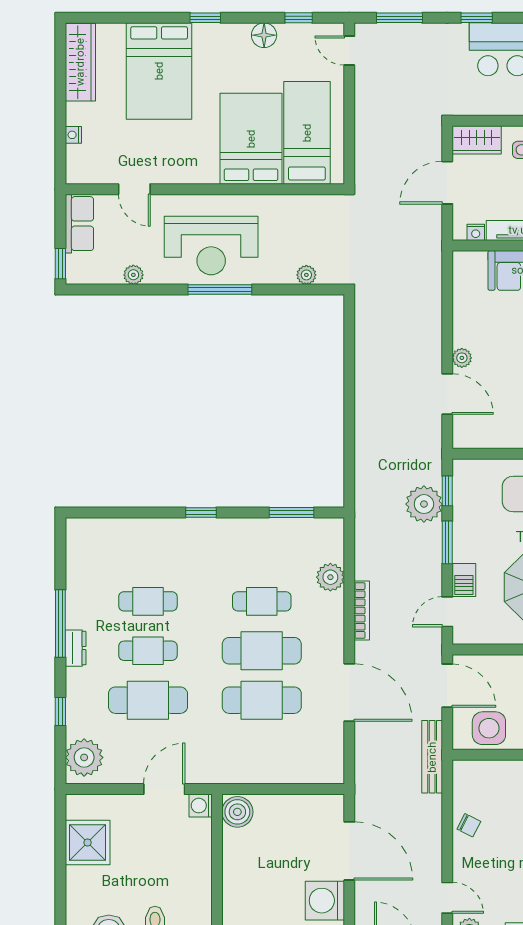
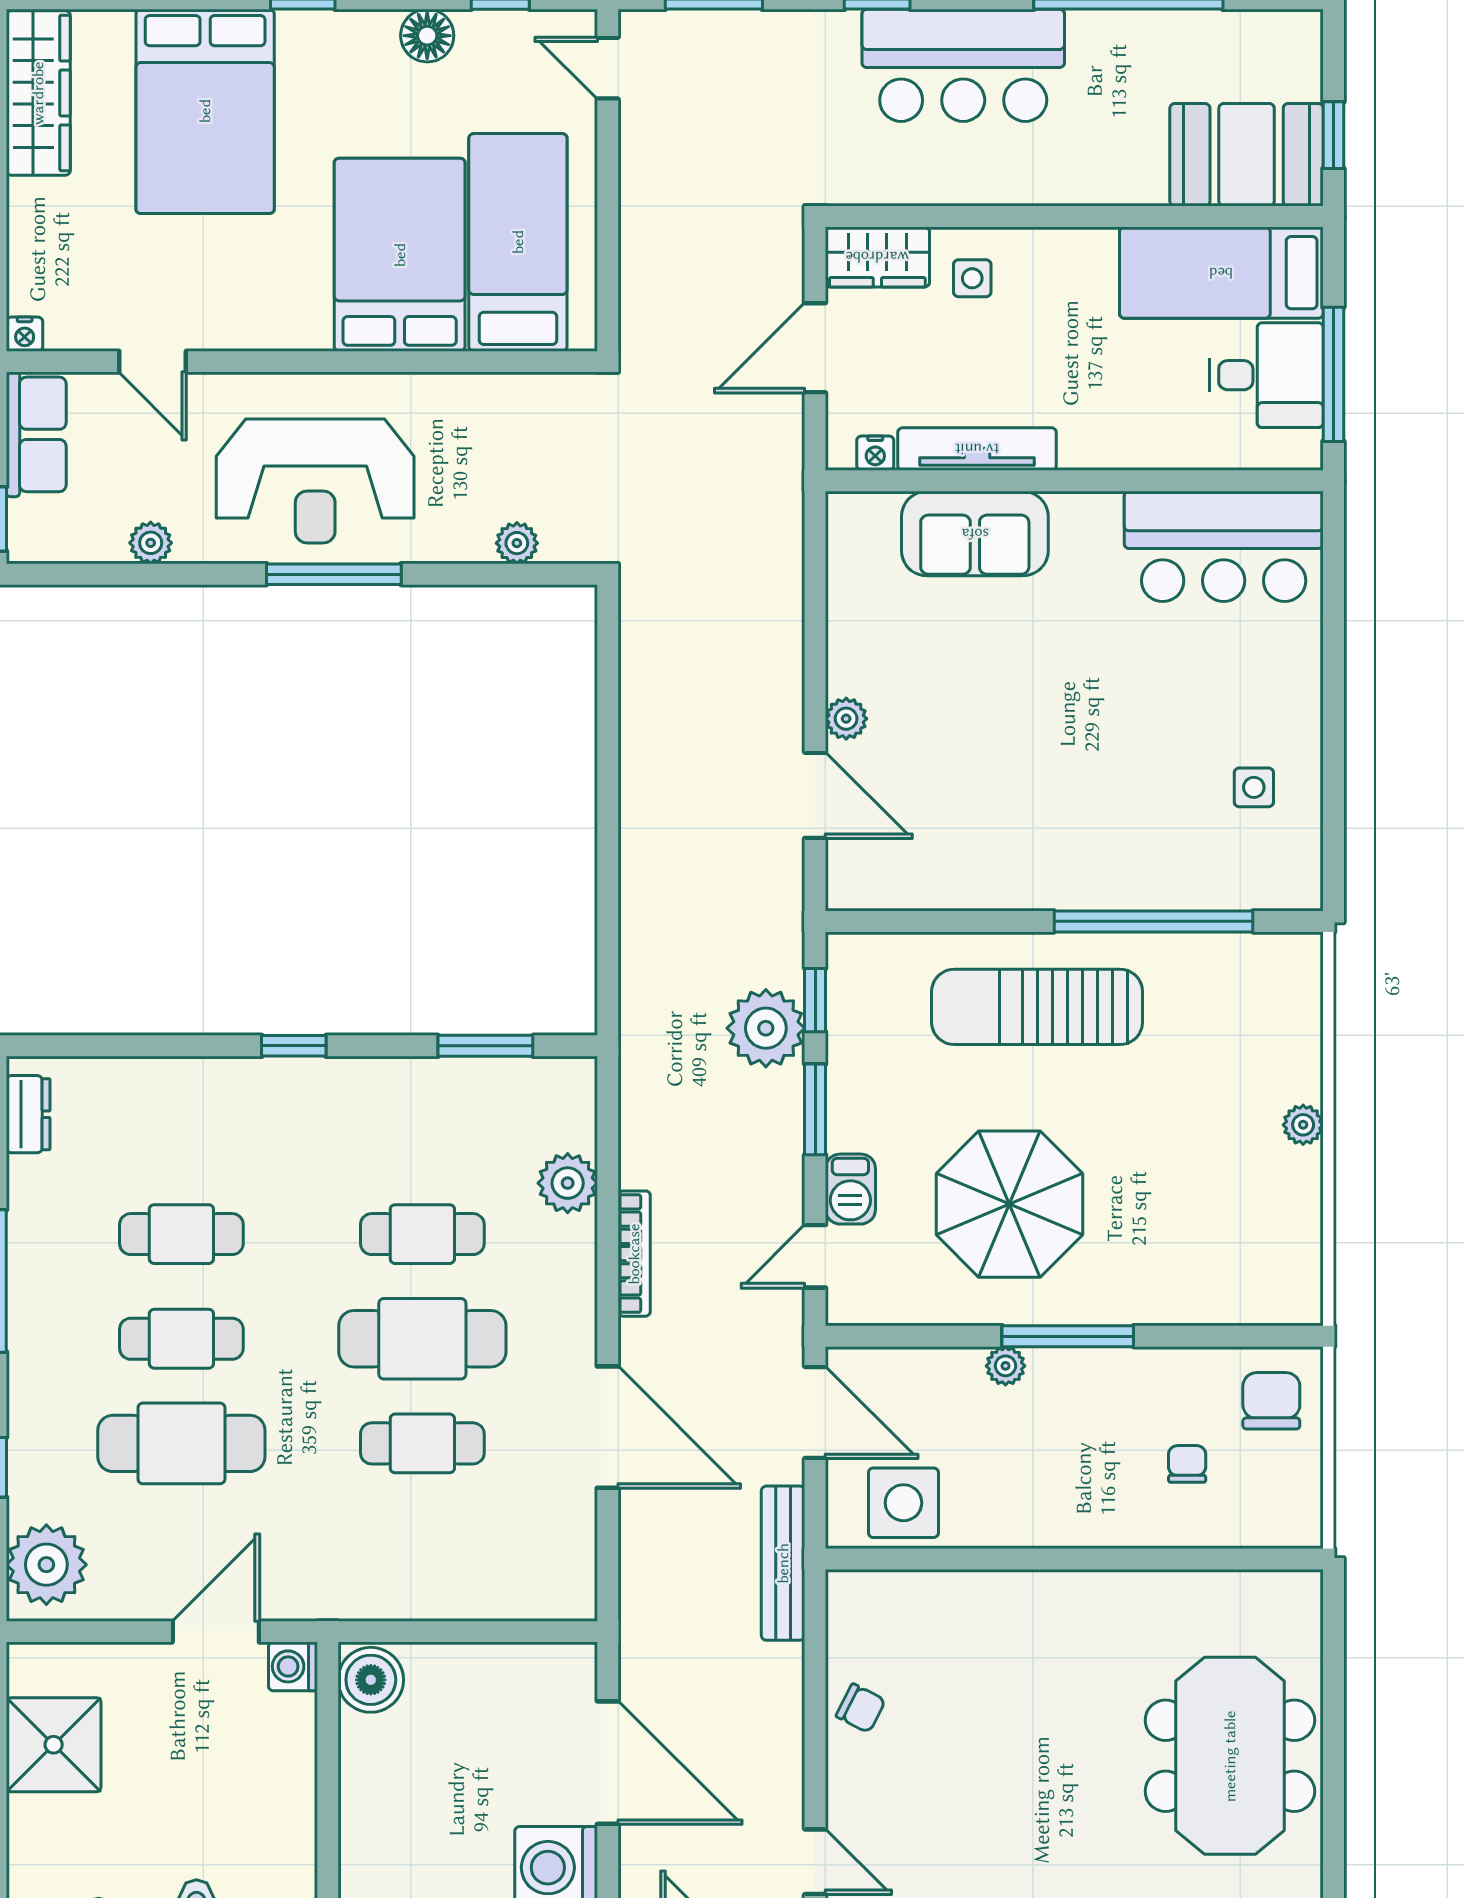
nightstand: (73, 135) -> (25, 334), moved, turned -90
dresser: (76, 648) -> (28, 1114), moved
cafe table: (262, 700) -> (422, 1443), width x0.73, depth x0.74

